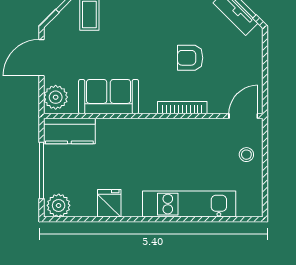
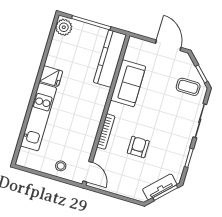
plant: (56, 97) -> (138, 47), removed
kitchen counter: (69, 131) -> (110, 59), width x1.50
fridge: (109, 203) -> (51, 76), moved

